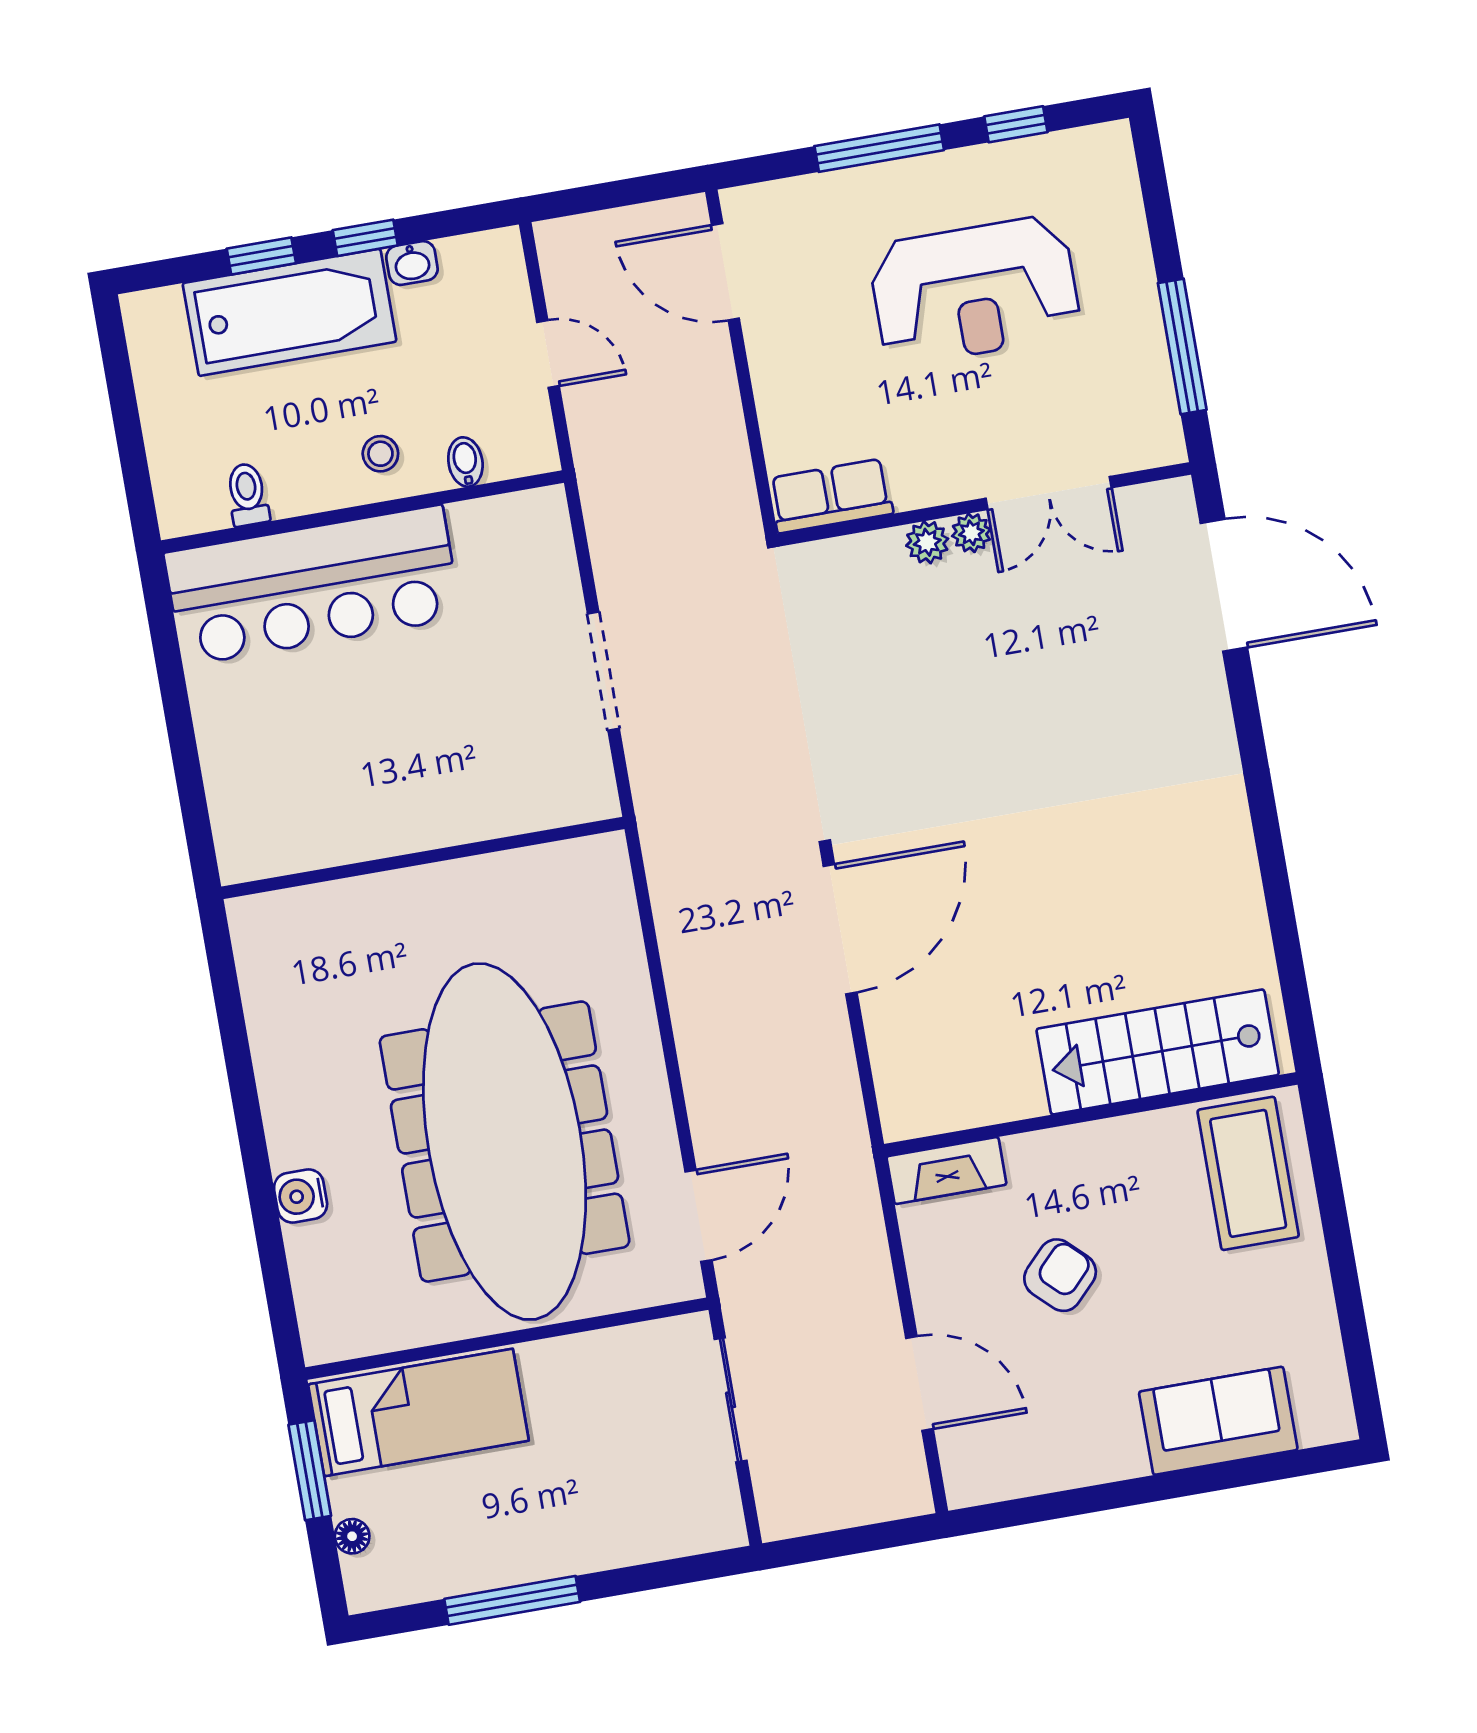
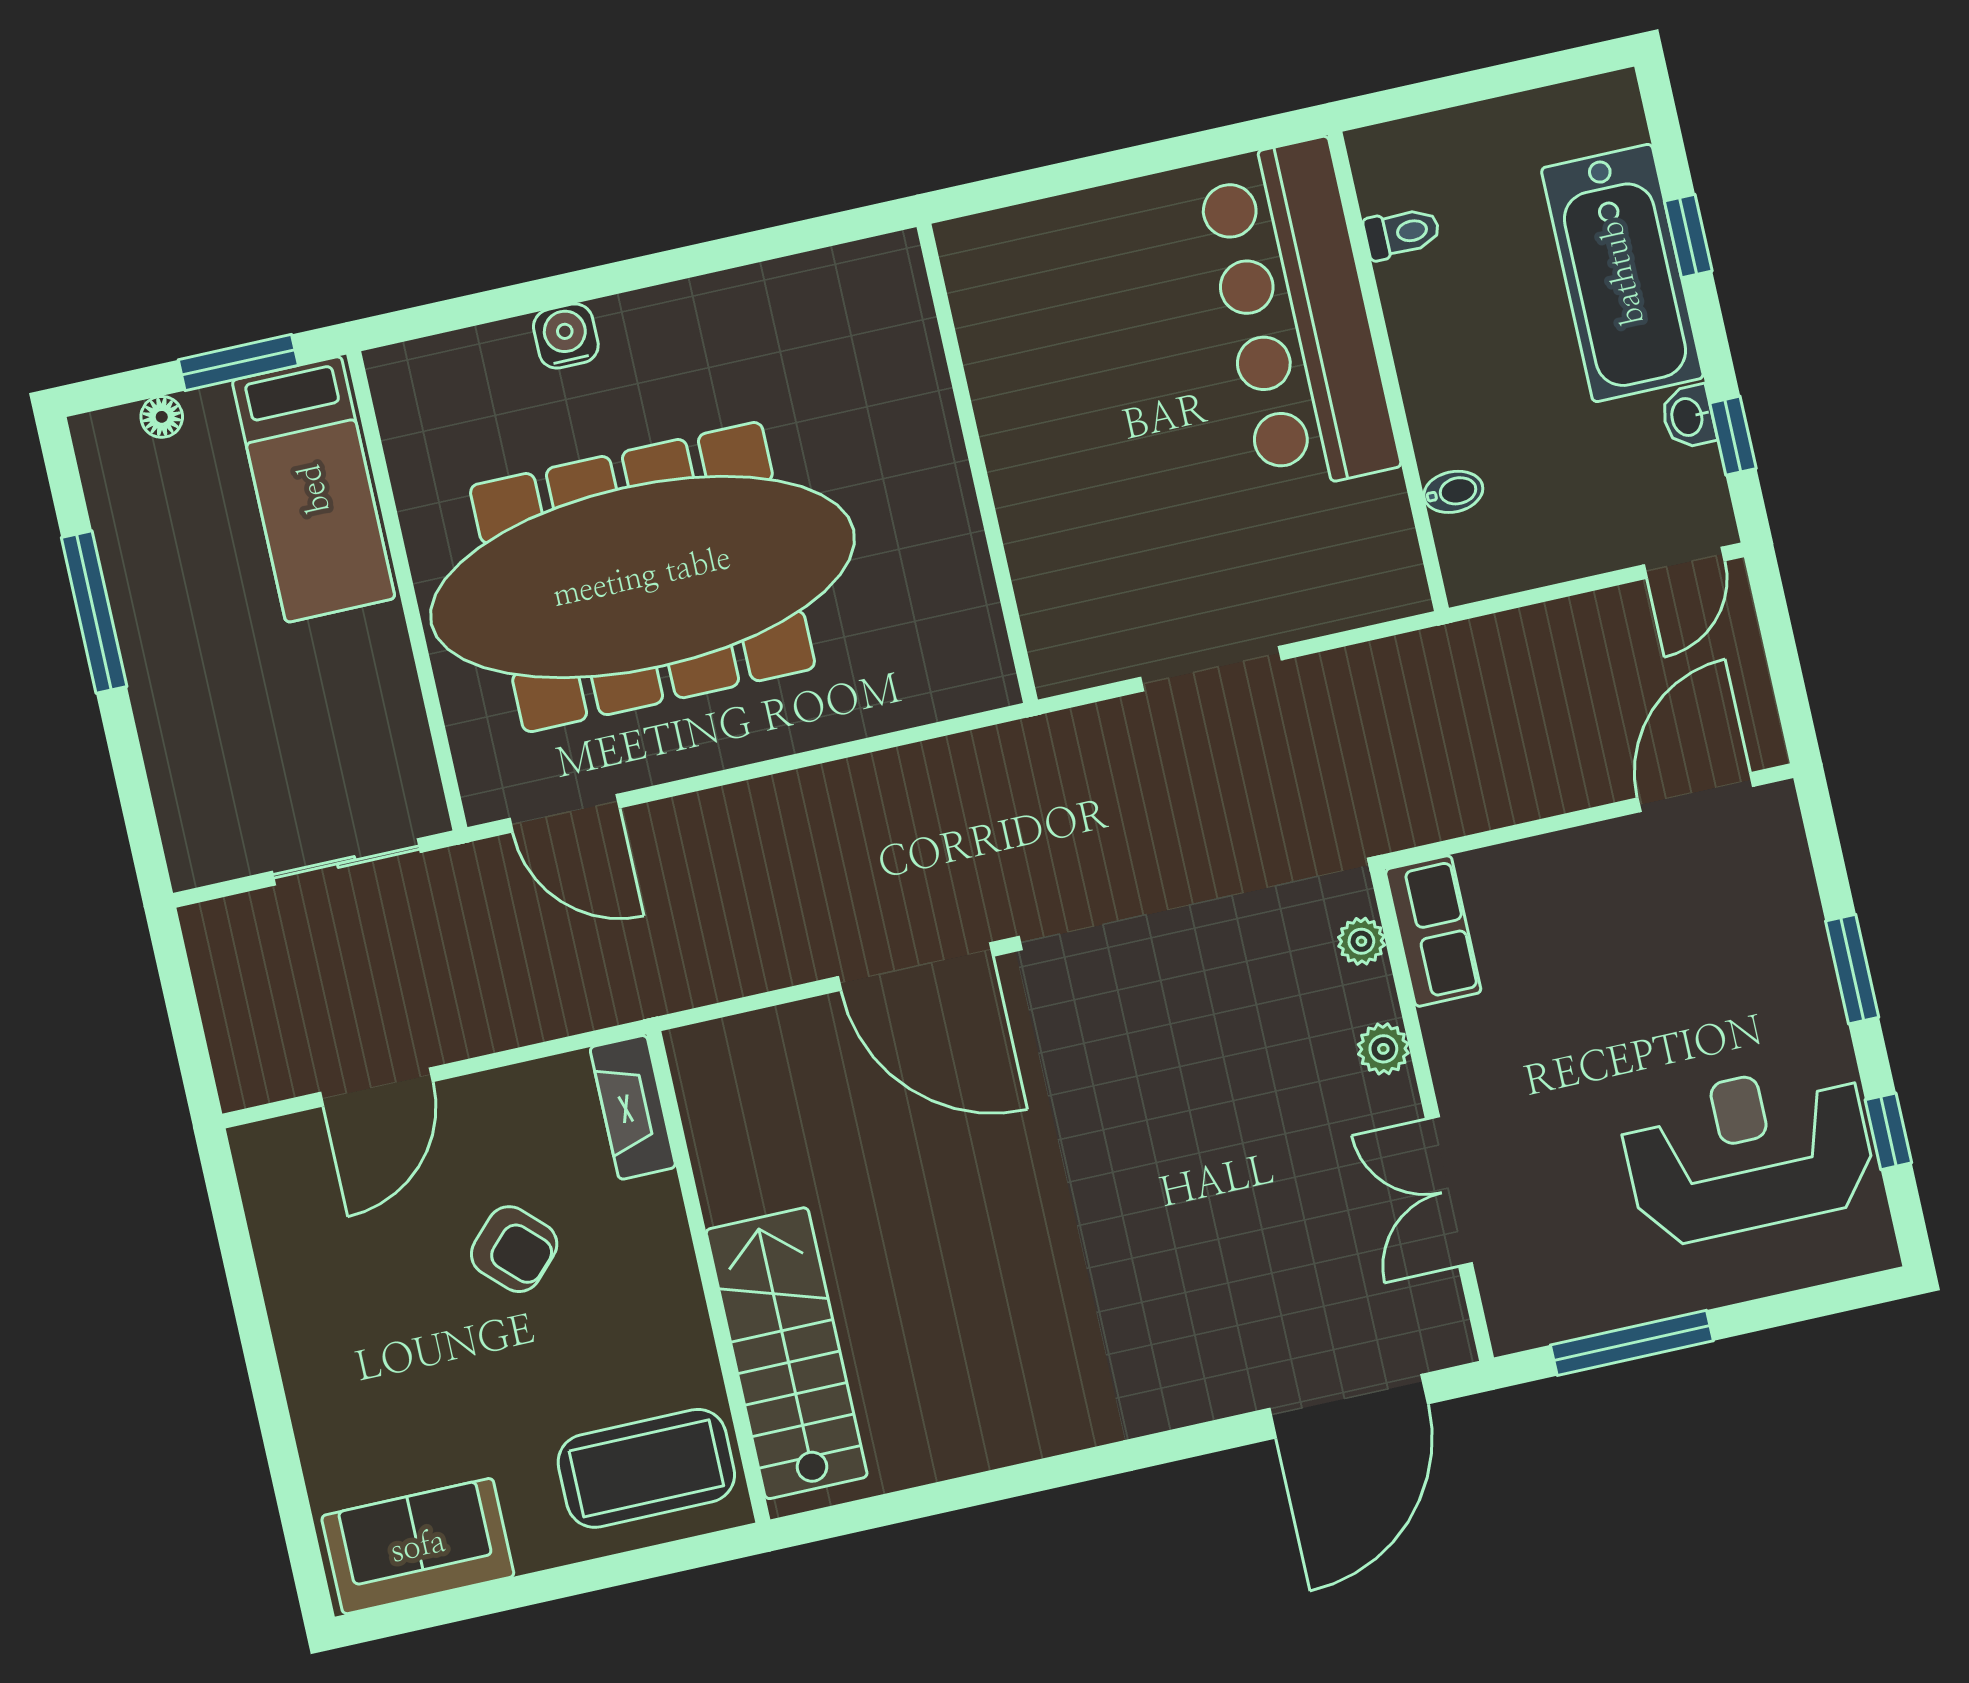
window: (879, 148) -> (1852, 969), width x0.69
window: (365, 238) -> (1733, 436), moved
reception desk: (975, 291) -> (1748, 1153), moved, turned 90
door: (548, 354) -> (1684, 563), moved
stool: (380, 454) -> (1458, 390), removed
plant: (971, 533) -> (1361, 941), moved
sofa: (1218, 1421) -> (418, 1546), moved, turned -90

